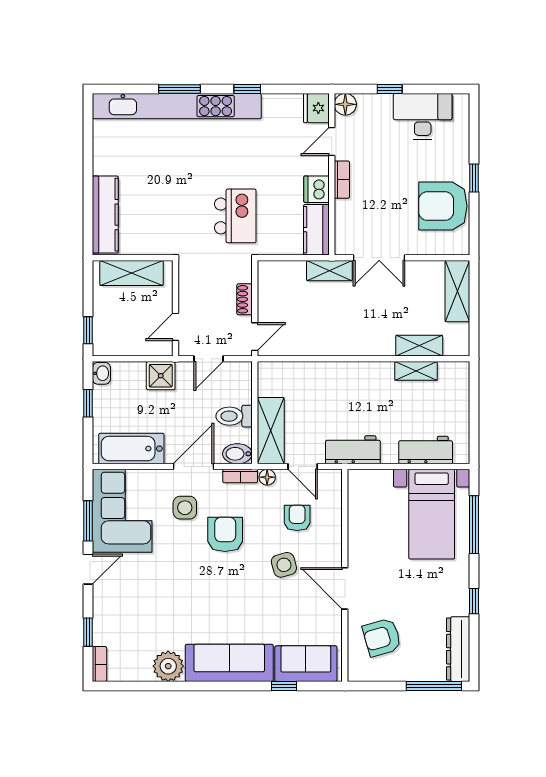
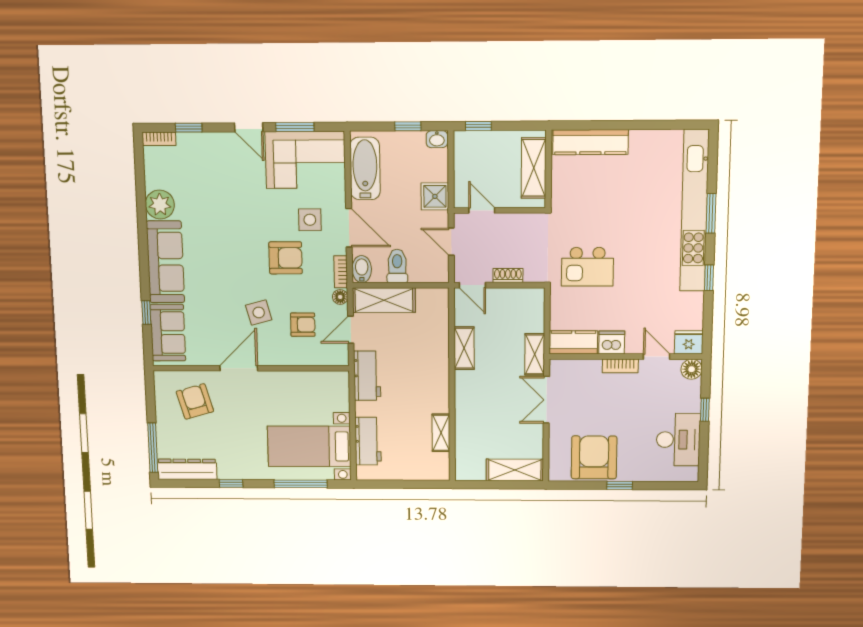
shelving: (419, 346) -> (464, 348), moved

